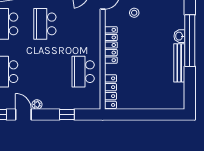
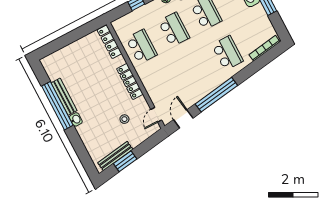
school desk: (45, 24) -> (174, 30), moved
window: (190, 41) -> (57, 106), moved

